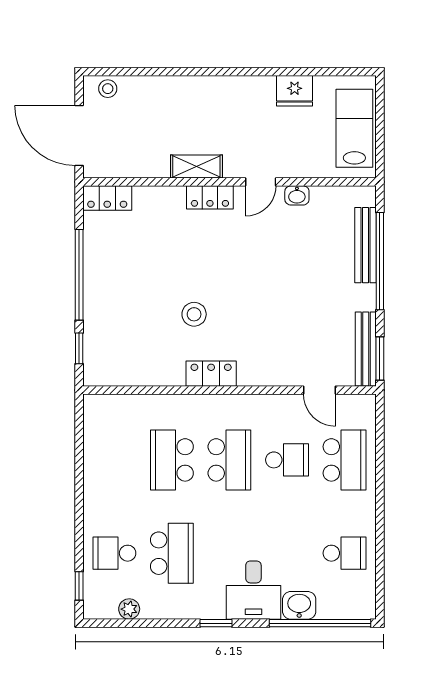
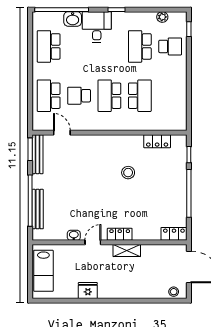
fridge: (295, 91) -> (88, 291), moved
locker: (211, 374) -> (157, 141), moved
school desk: (345, 553) -> (49, 46), width x1.85

